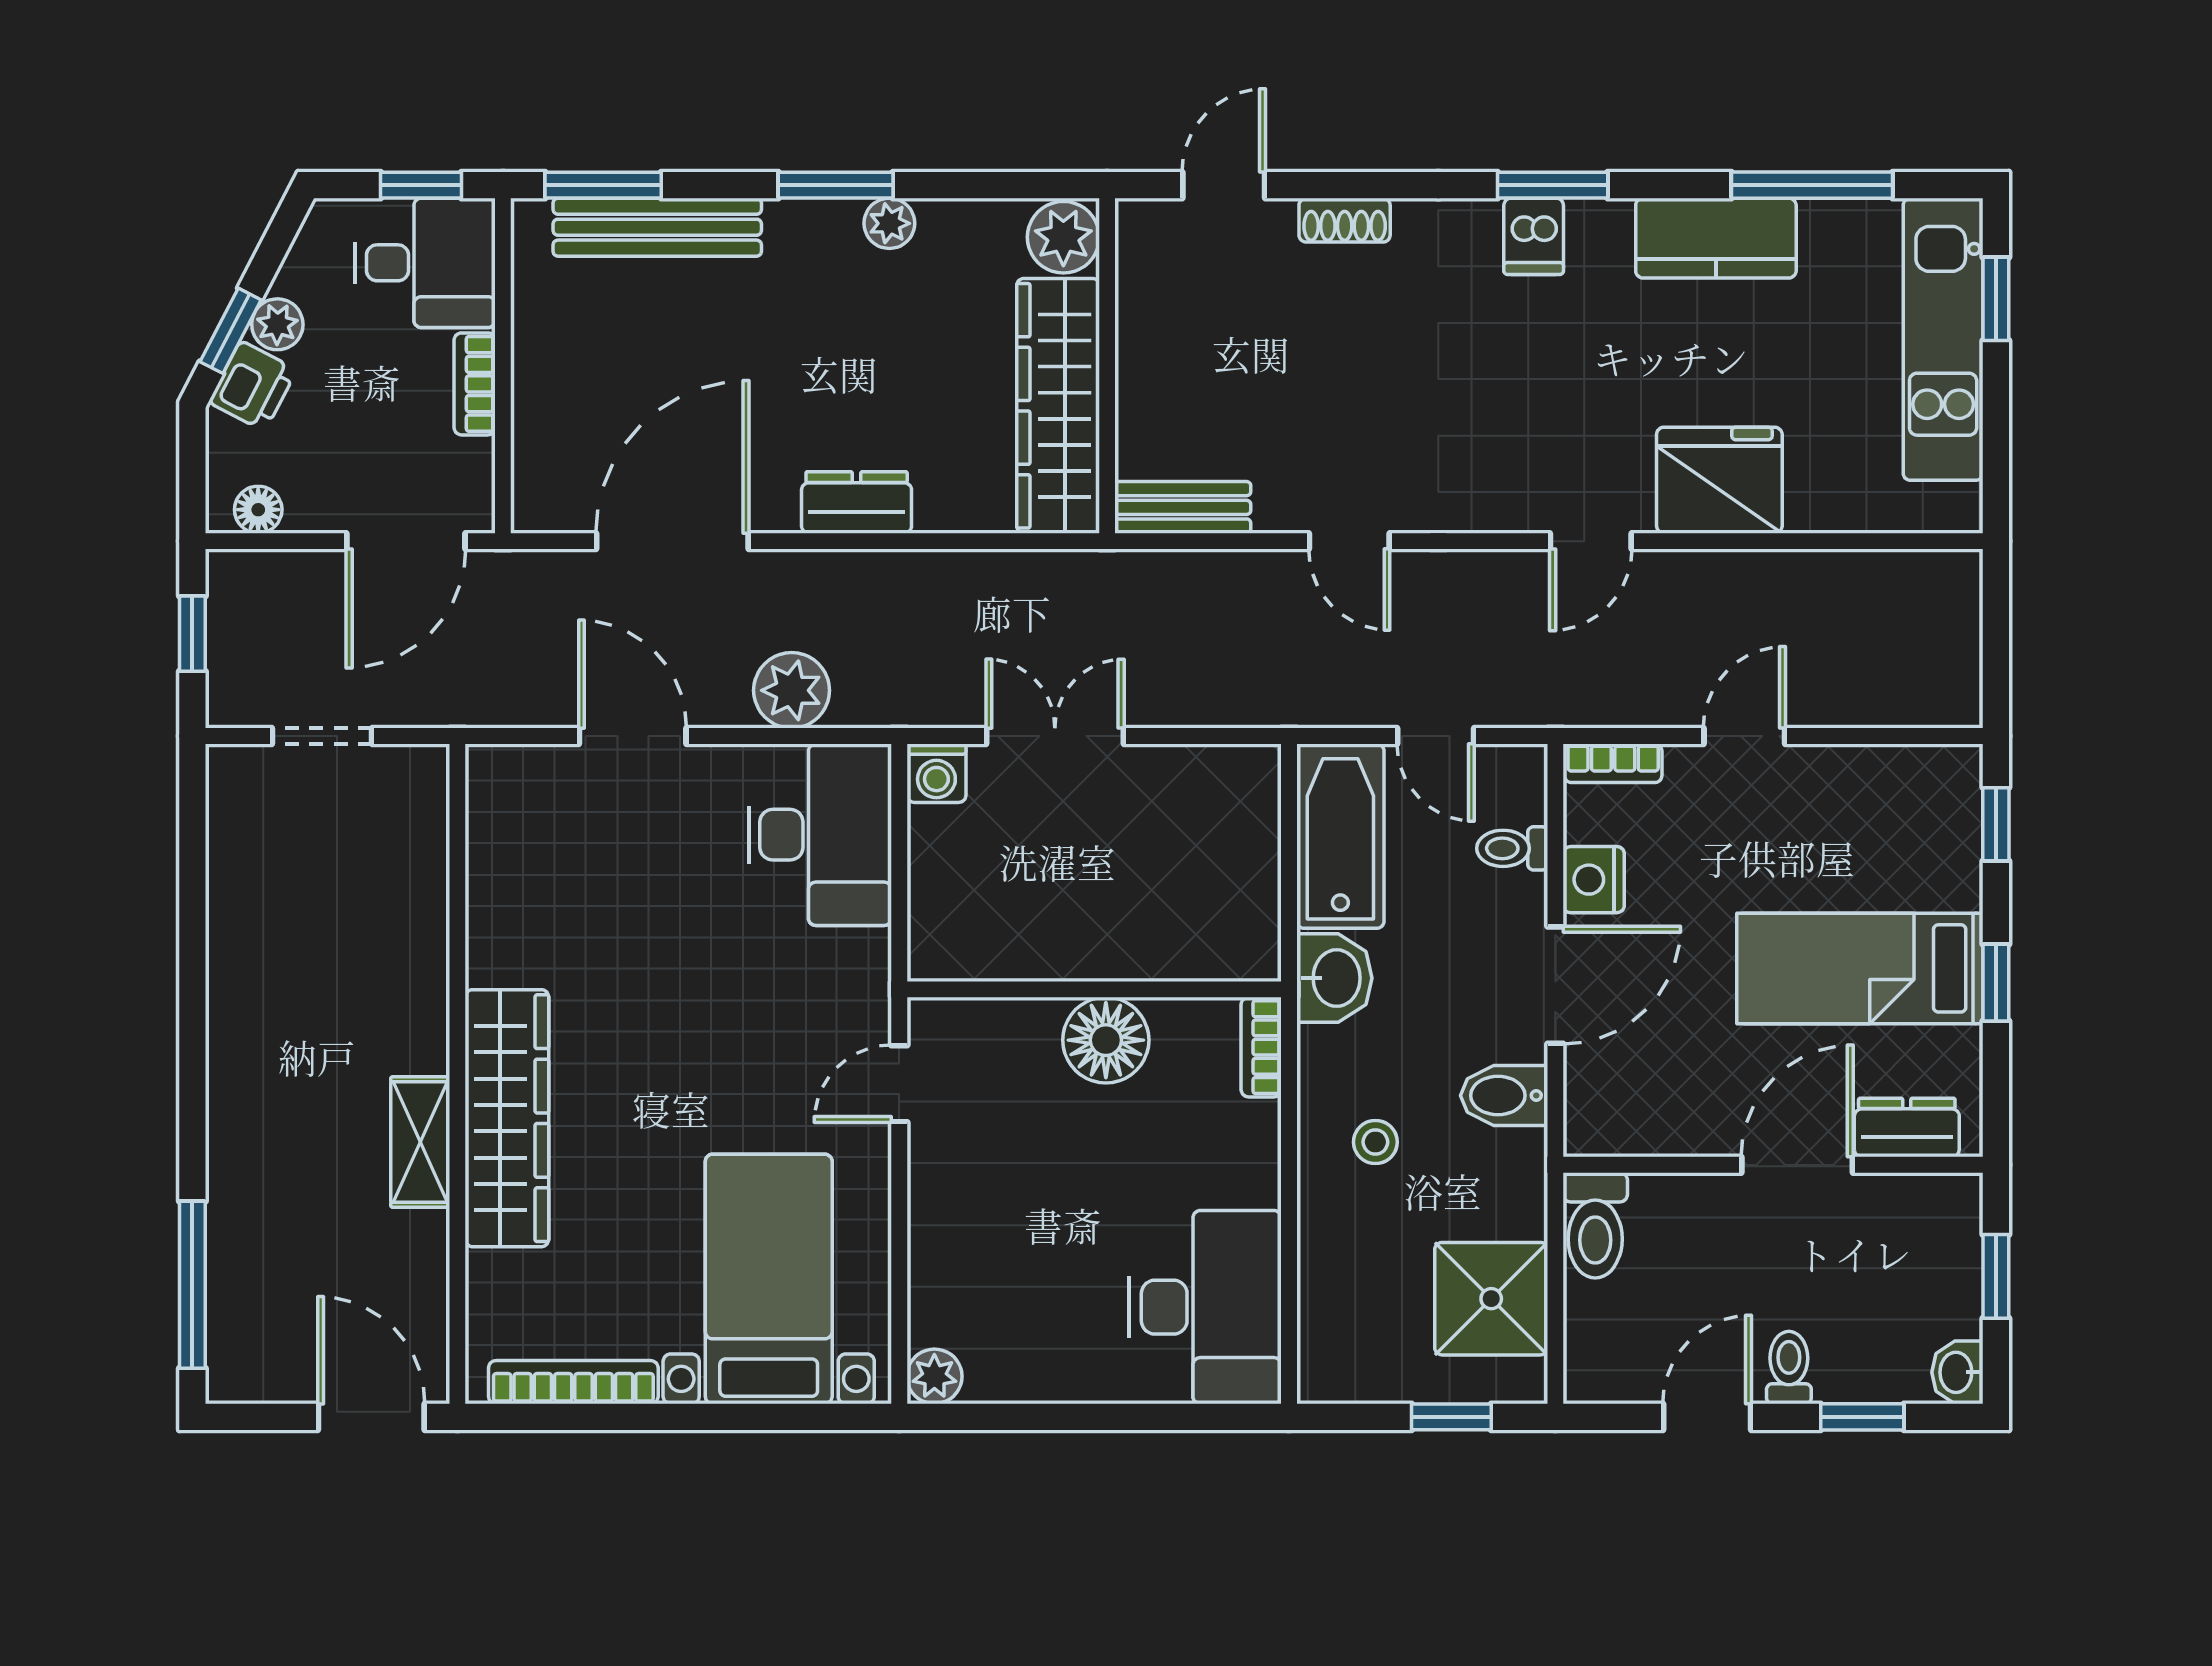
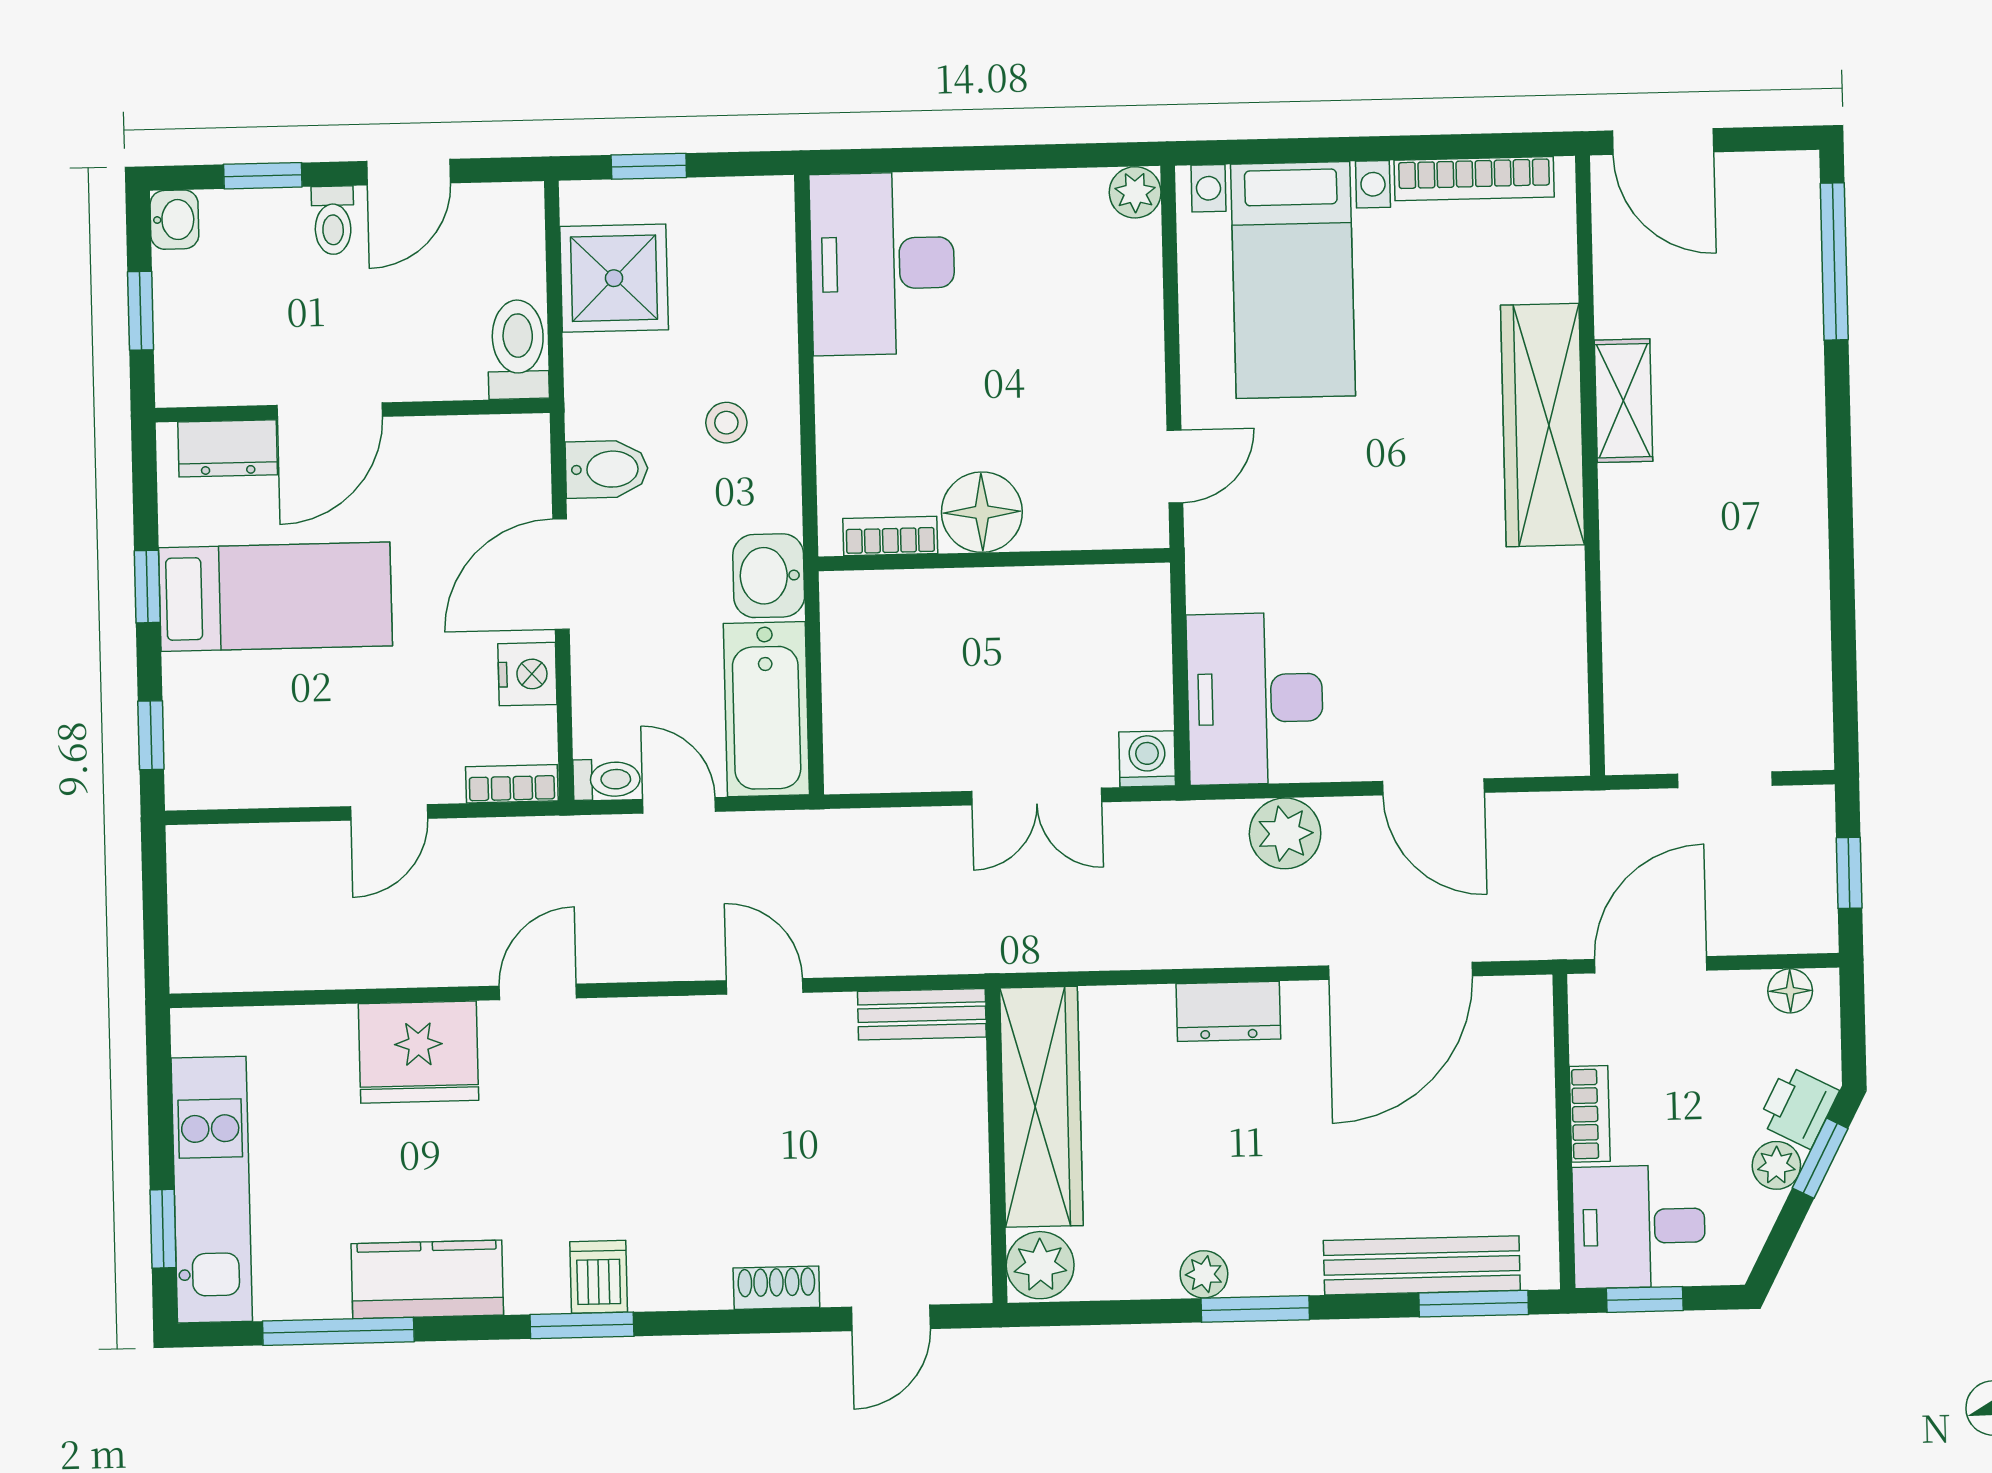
toilet: (1512, 848) -> (607, 779), moved
bookcase: (1261, 1047) -> (890, 536), moved, turned -90

